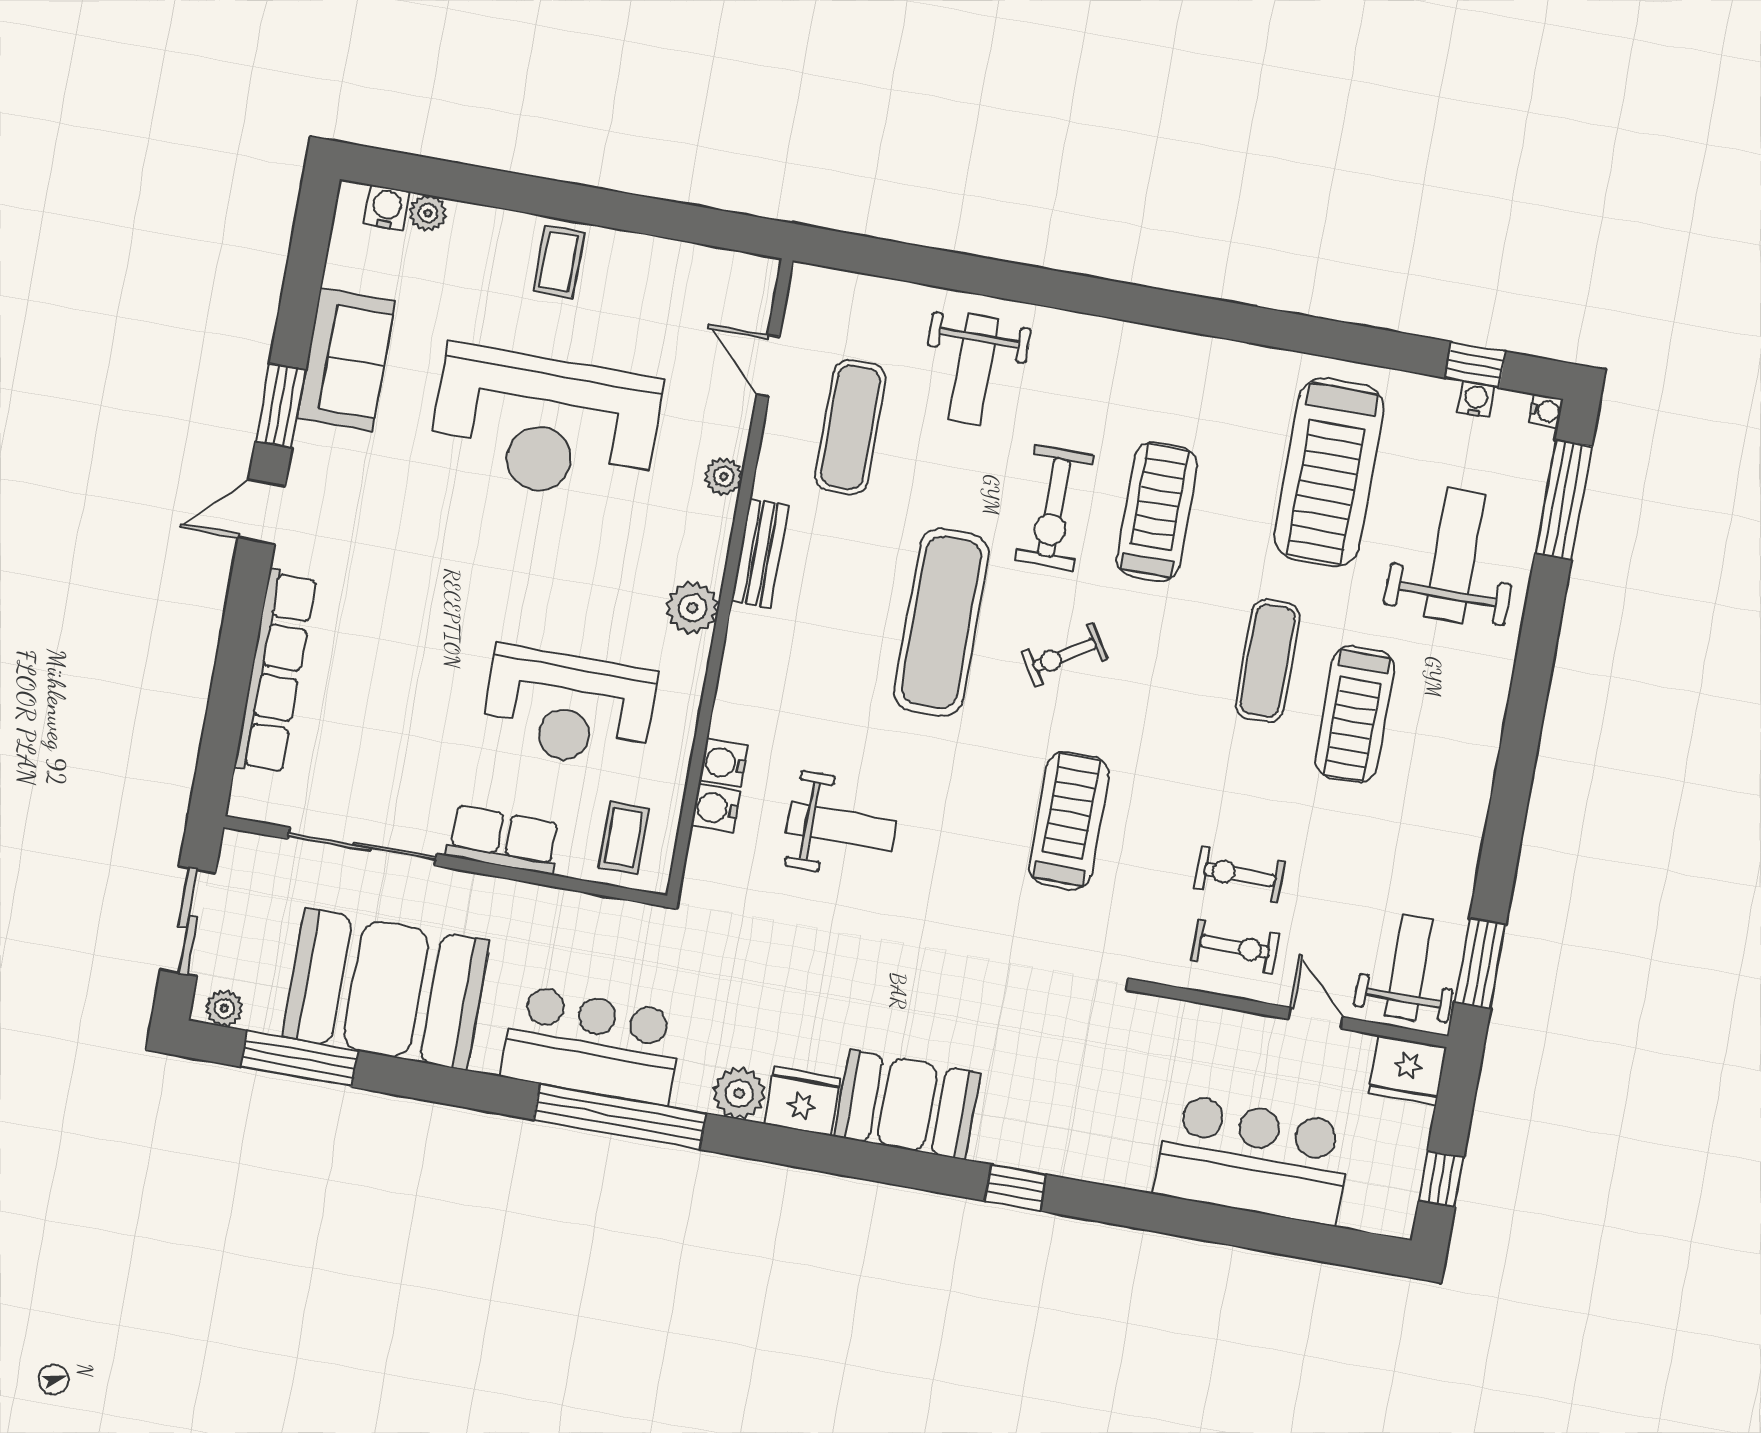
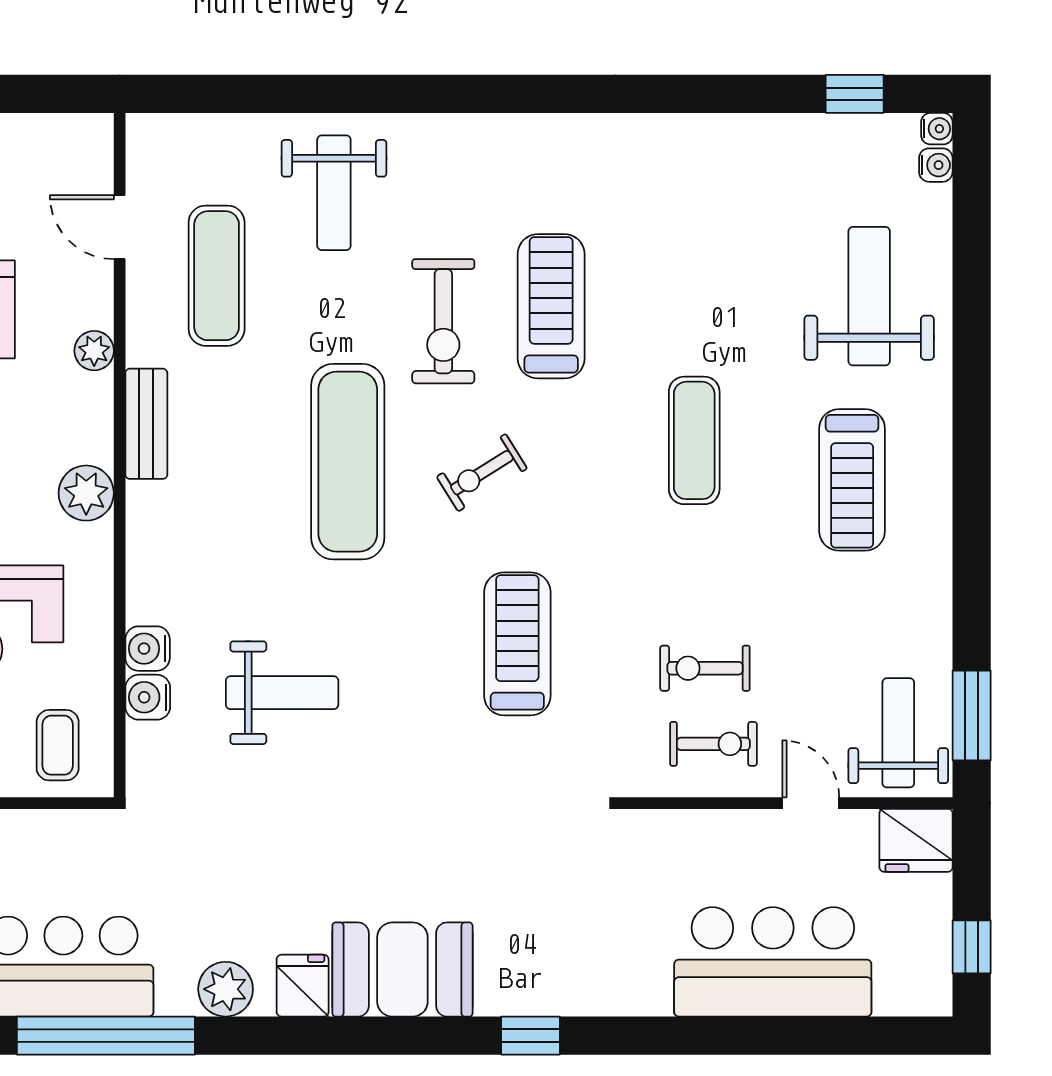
water cooler: (1476, 399) -> (936, 165), moved, turned 90
treadmill: (1329, 472) -> (723, 233), removed
window: (1564, 500) -> (972, 218), removed
treadmill: (1355, 714) -> (852, 480), moved
fridge: (802, 1101) -> (303, 986), width x0.72

